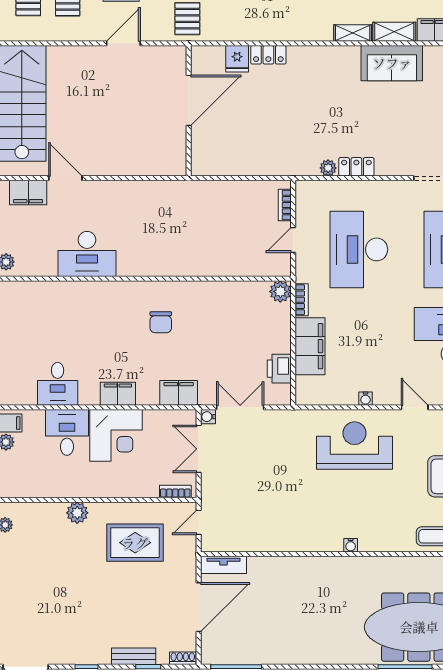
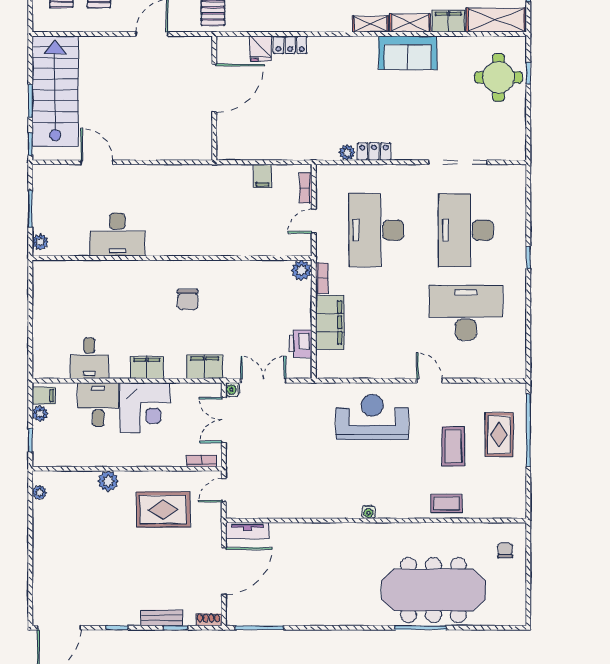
filing cabinet: (28, 193) -> (262, 176), moved, width x0.50
water cooler: (366, 399) -> (383, 372), removed

